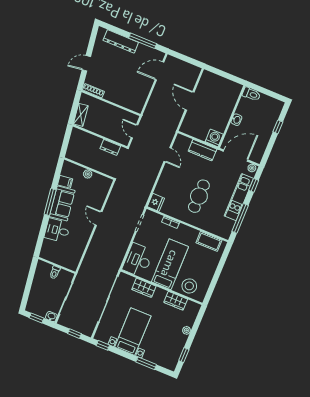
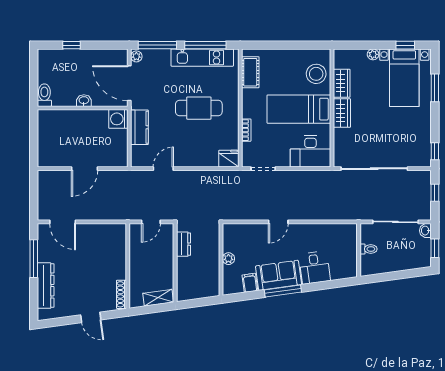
window: (254, 185) -> (157, 45), width x2.17
kitchen unit: (239, 197) -> (202, 58), moved
wardrobe: (144, 288) -> (342, 113), moved
bed with nightstands: (133, 332) -> (404, 78), moved, turned -90

